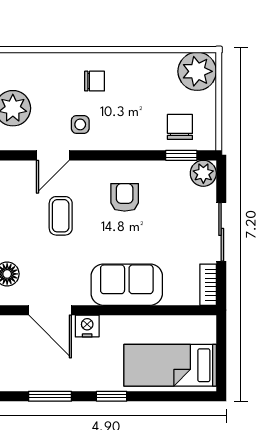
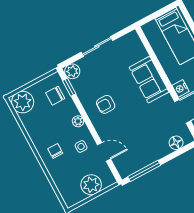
plant: (121, 141) -> (78, 121), added
coffee table: (61, 216) -> (132, 132), removed
bookcase: (208, 285) -> (127, 39), removed

